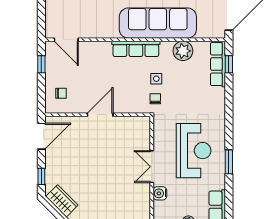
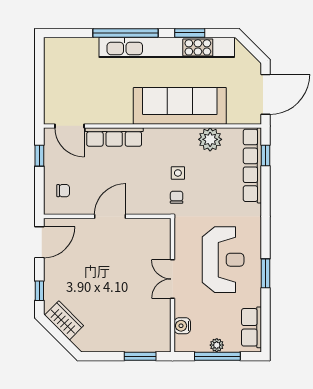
row of seats: (136, 49) -> (114, 137), moved
row of seats: (218, 64) -> (252, 165), width x1.36
water cooler: (160, 193) -> (182, 326), moved

